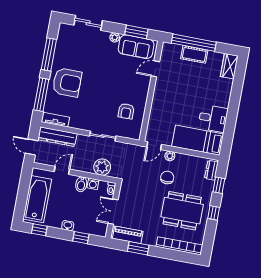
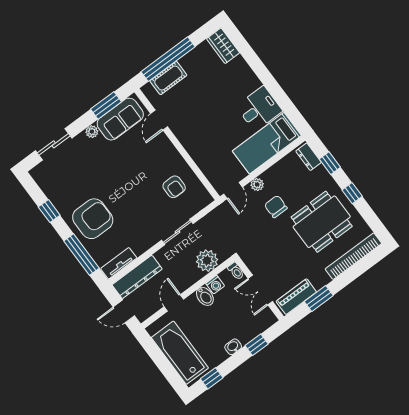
window: (49, 54) -> (49, 211), width x0.46
cot: (194, 54) -> (168, 78), moved

